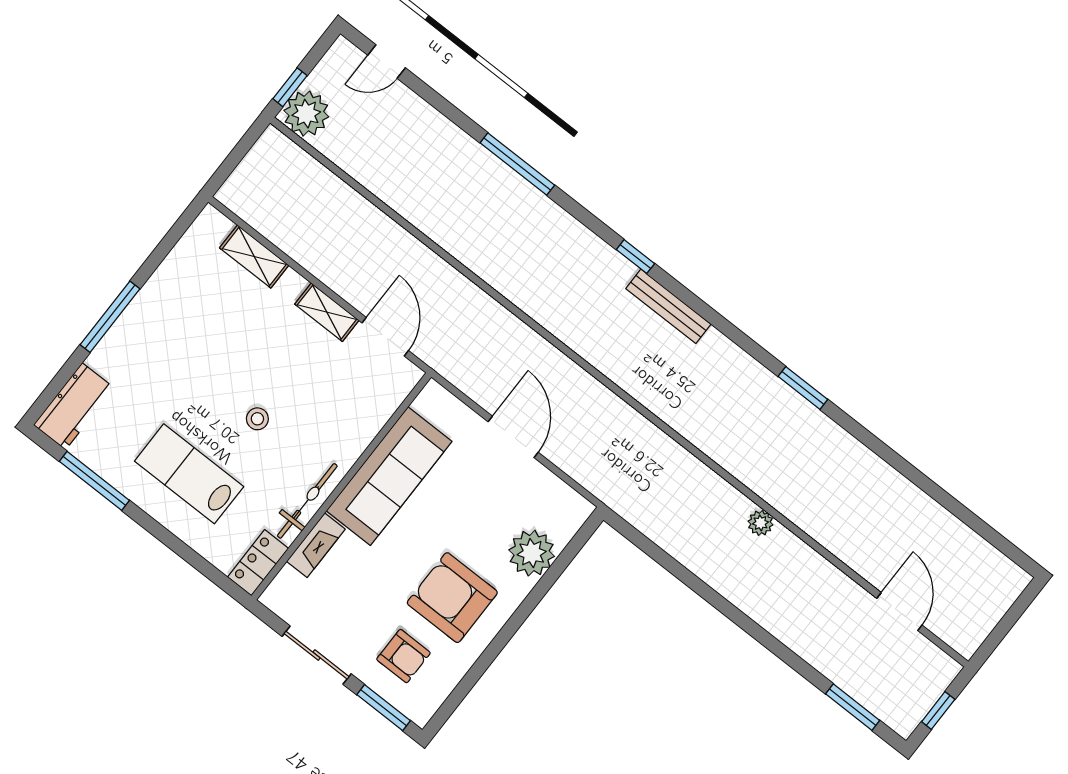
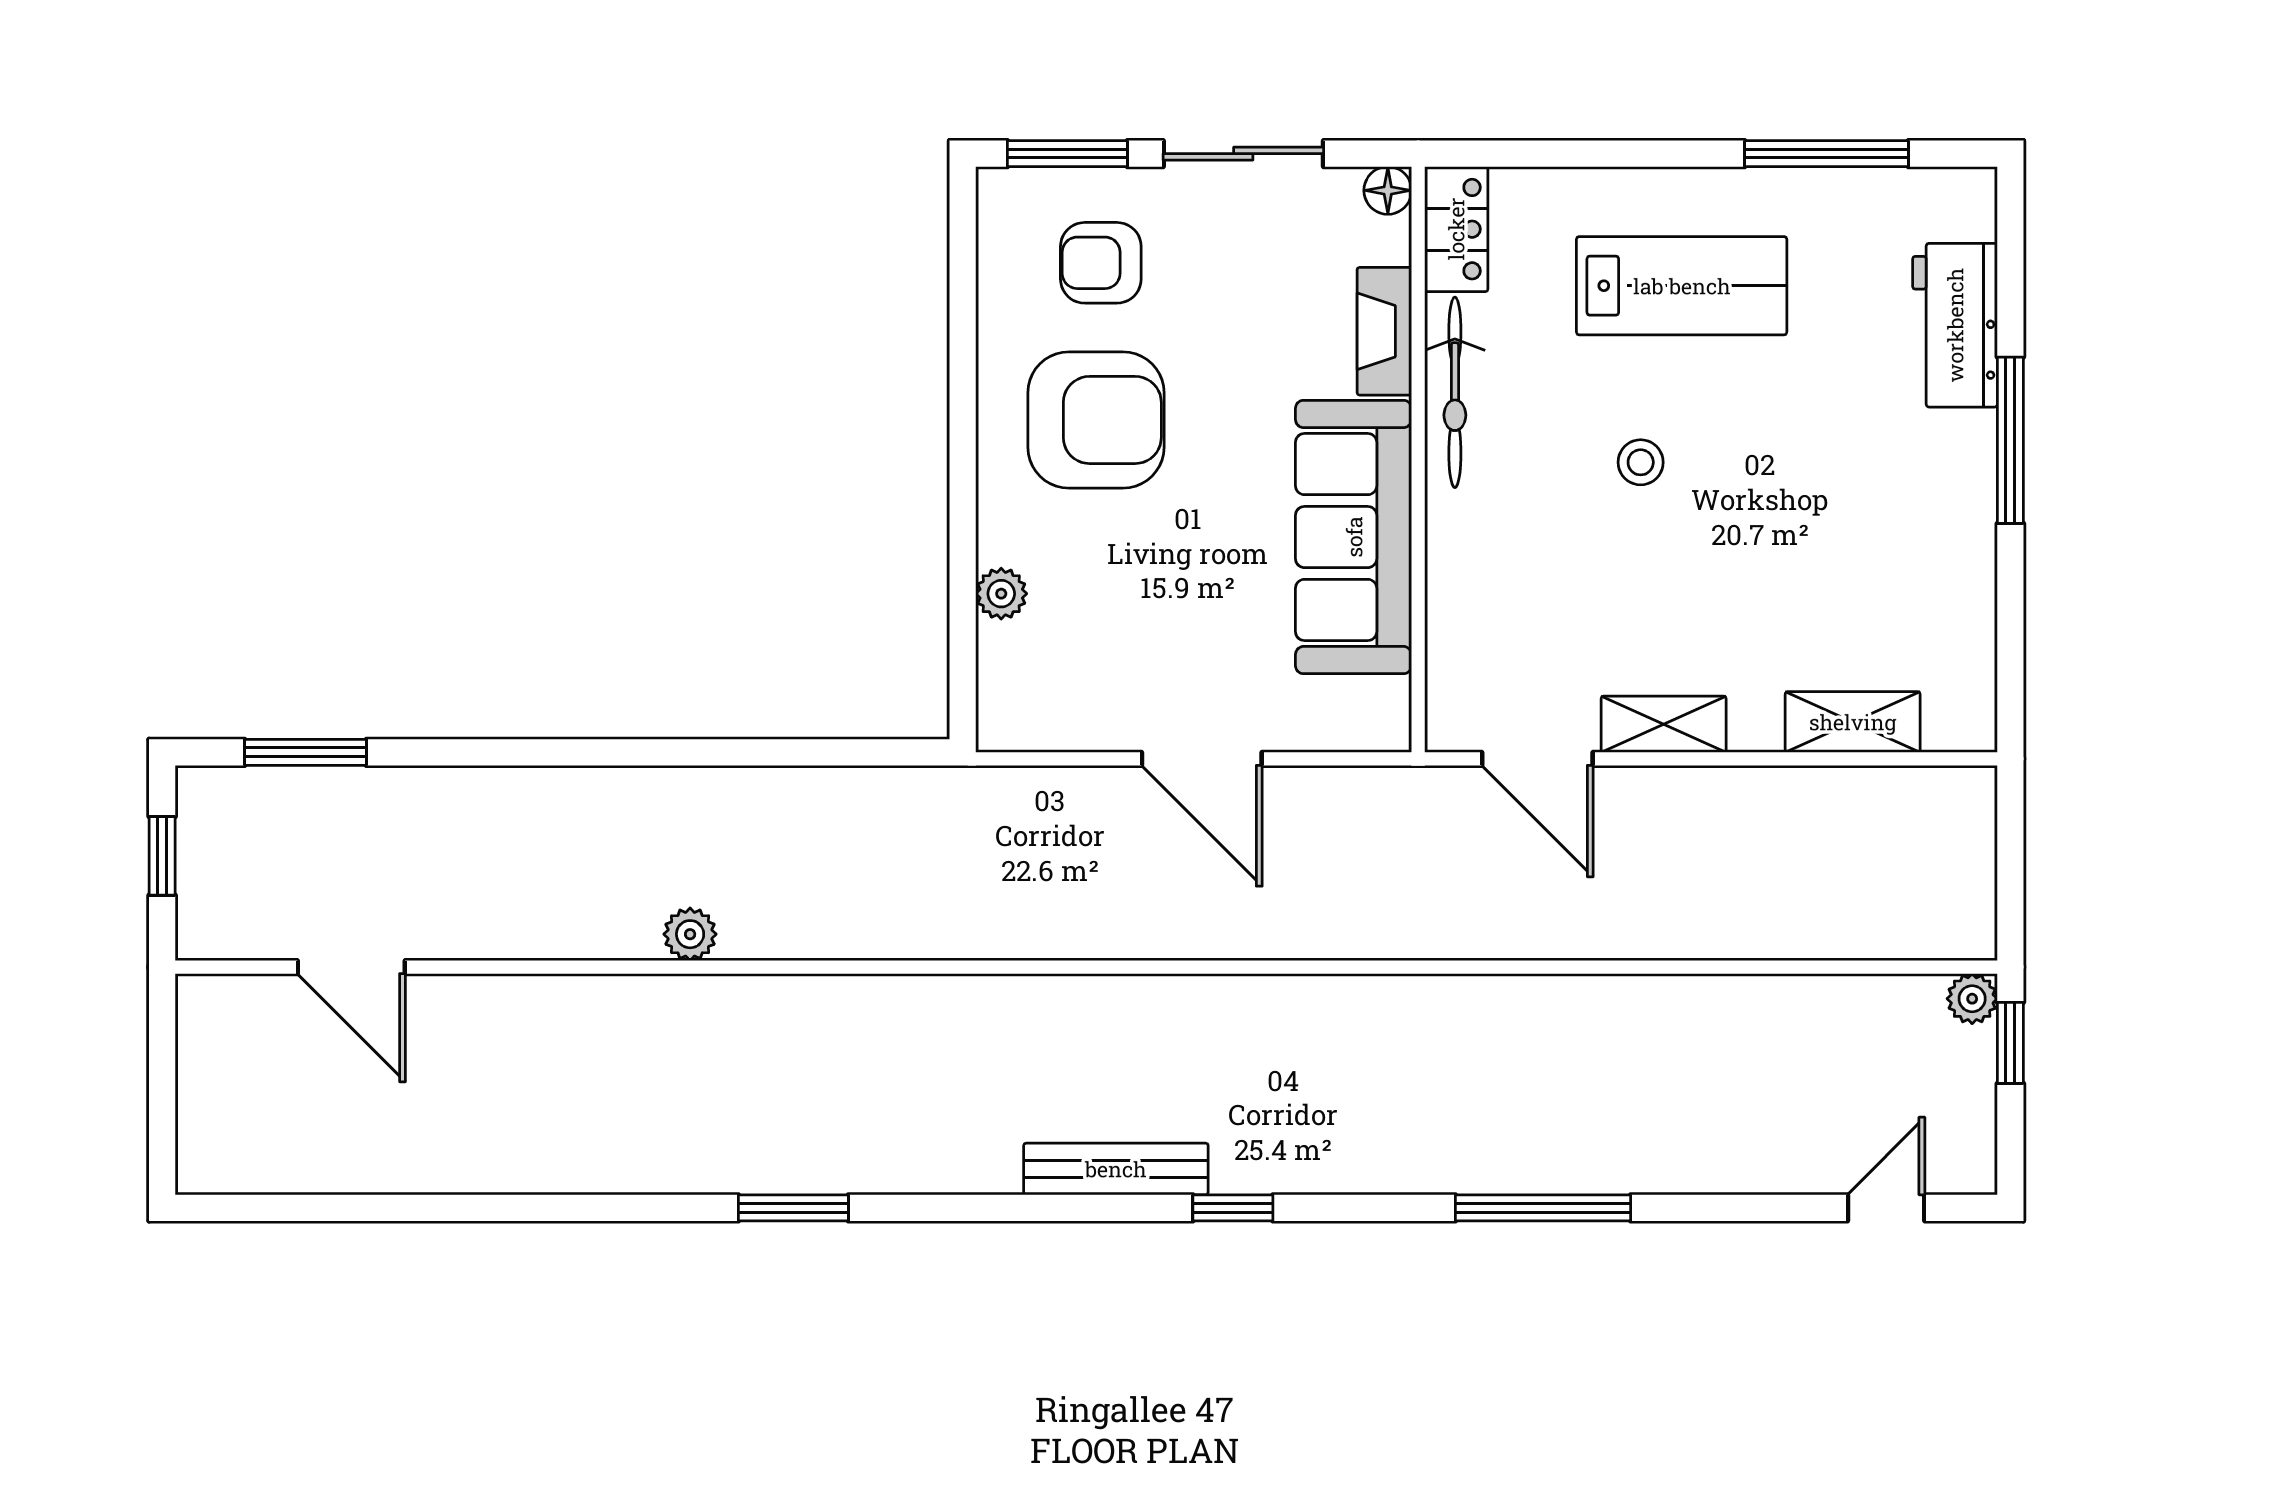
plant: (306, 114) -> (1972, 999), width x0.53, depth x0.53
workbench: (74, 406) -> (1955, 325), moved
plant: (532, 553) -> (1001, 594), width x0.53, depth x0.53
floor lamp: (273, 598) -> (1388, 190), added

